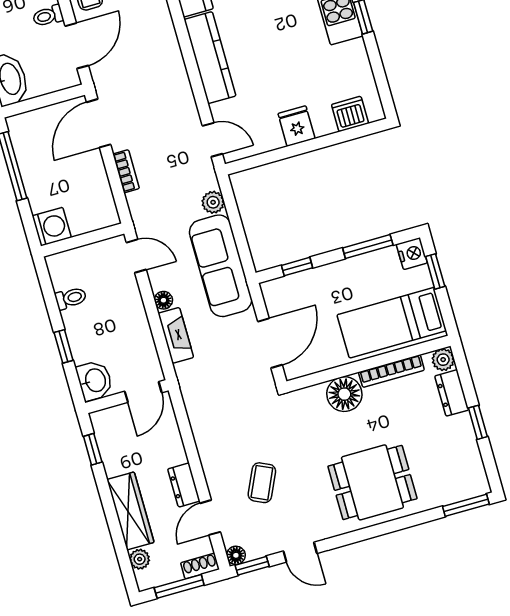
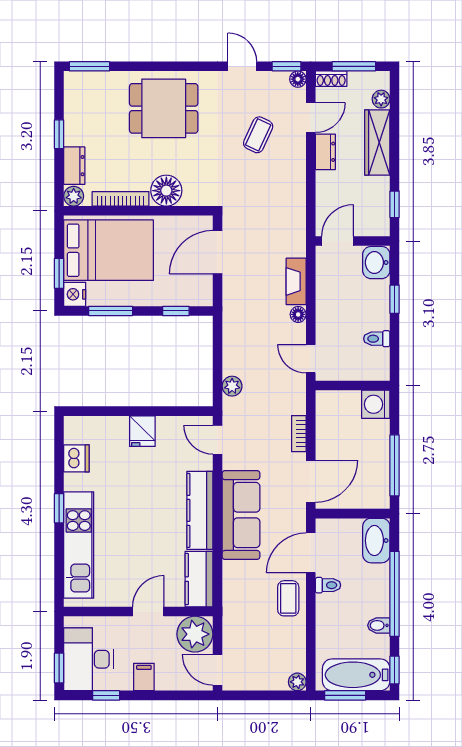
dishwasher: (350, 114) -> (76, 458), moved, turned -90
sofa: (221, 266) -> (241, 515), moved
bed: (392, 323) -> (109, 250), width x1.50

